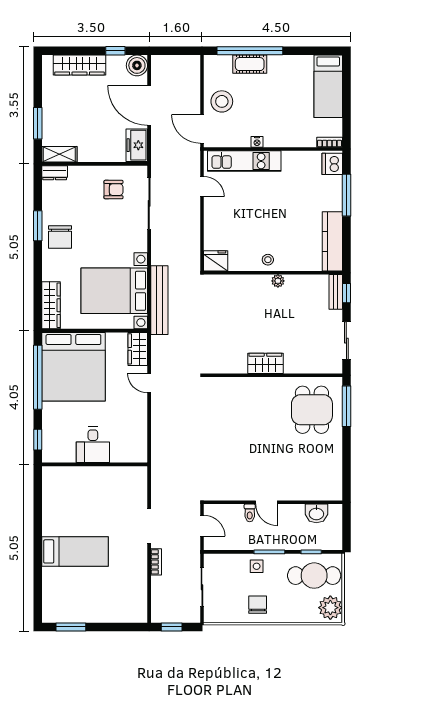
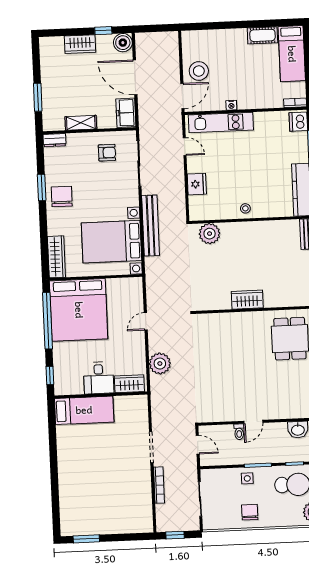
window: (250, 51) -> (222, 25), removed
cot: (250, 64) -> (262, 35), moved
wardrobe: (80, 65) -> (80, 44), width x0.67
door: (202, 129) -> (182, 96), swing flipped
shelving: (59, 154) -> (81, 123), moved
chair: (60, 237) -> (62, 196), turned 180
fridge: (216, 261) -> (197, 184), moved, turned 90
plant: (278, 281) -> (210, 234), moved, width x1.88, depth x1.88
bench: (159, 300) -> (151, 226), moved
wardrobe: (138, 349) -> (129, 384), moved, turned 90
door: (149, 383) -> (146, 321), hinge flipped
plant: (163, 432) -> (160, 364), added
door: (266, 502) -> (253, 422), hinge flipped
bed: (75, 551) -> (84, 410), moved
bookcase: (156, 562) -> (159, 485), width x1.56

